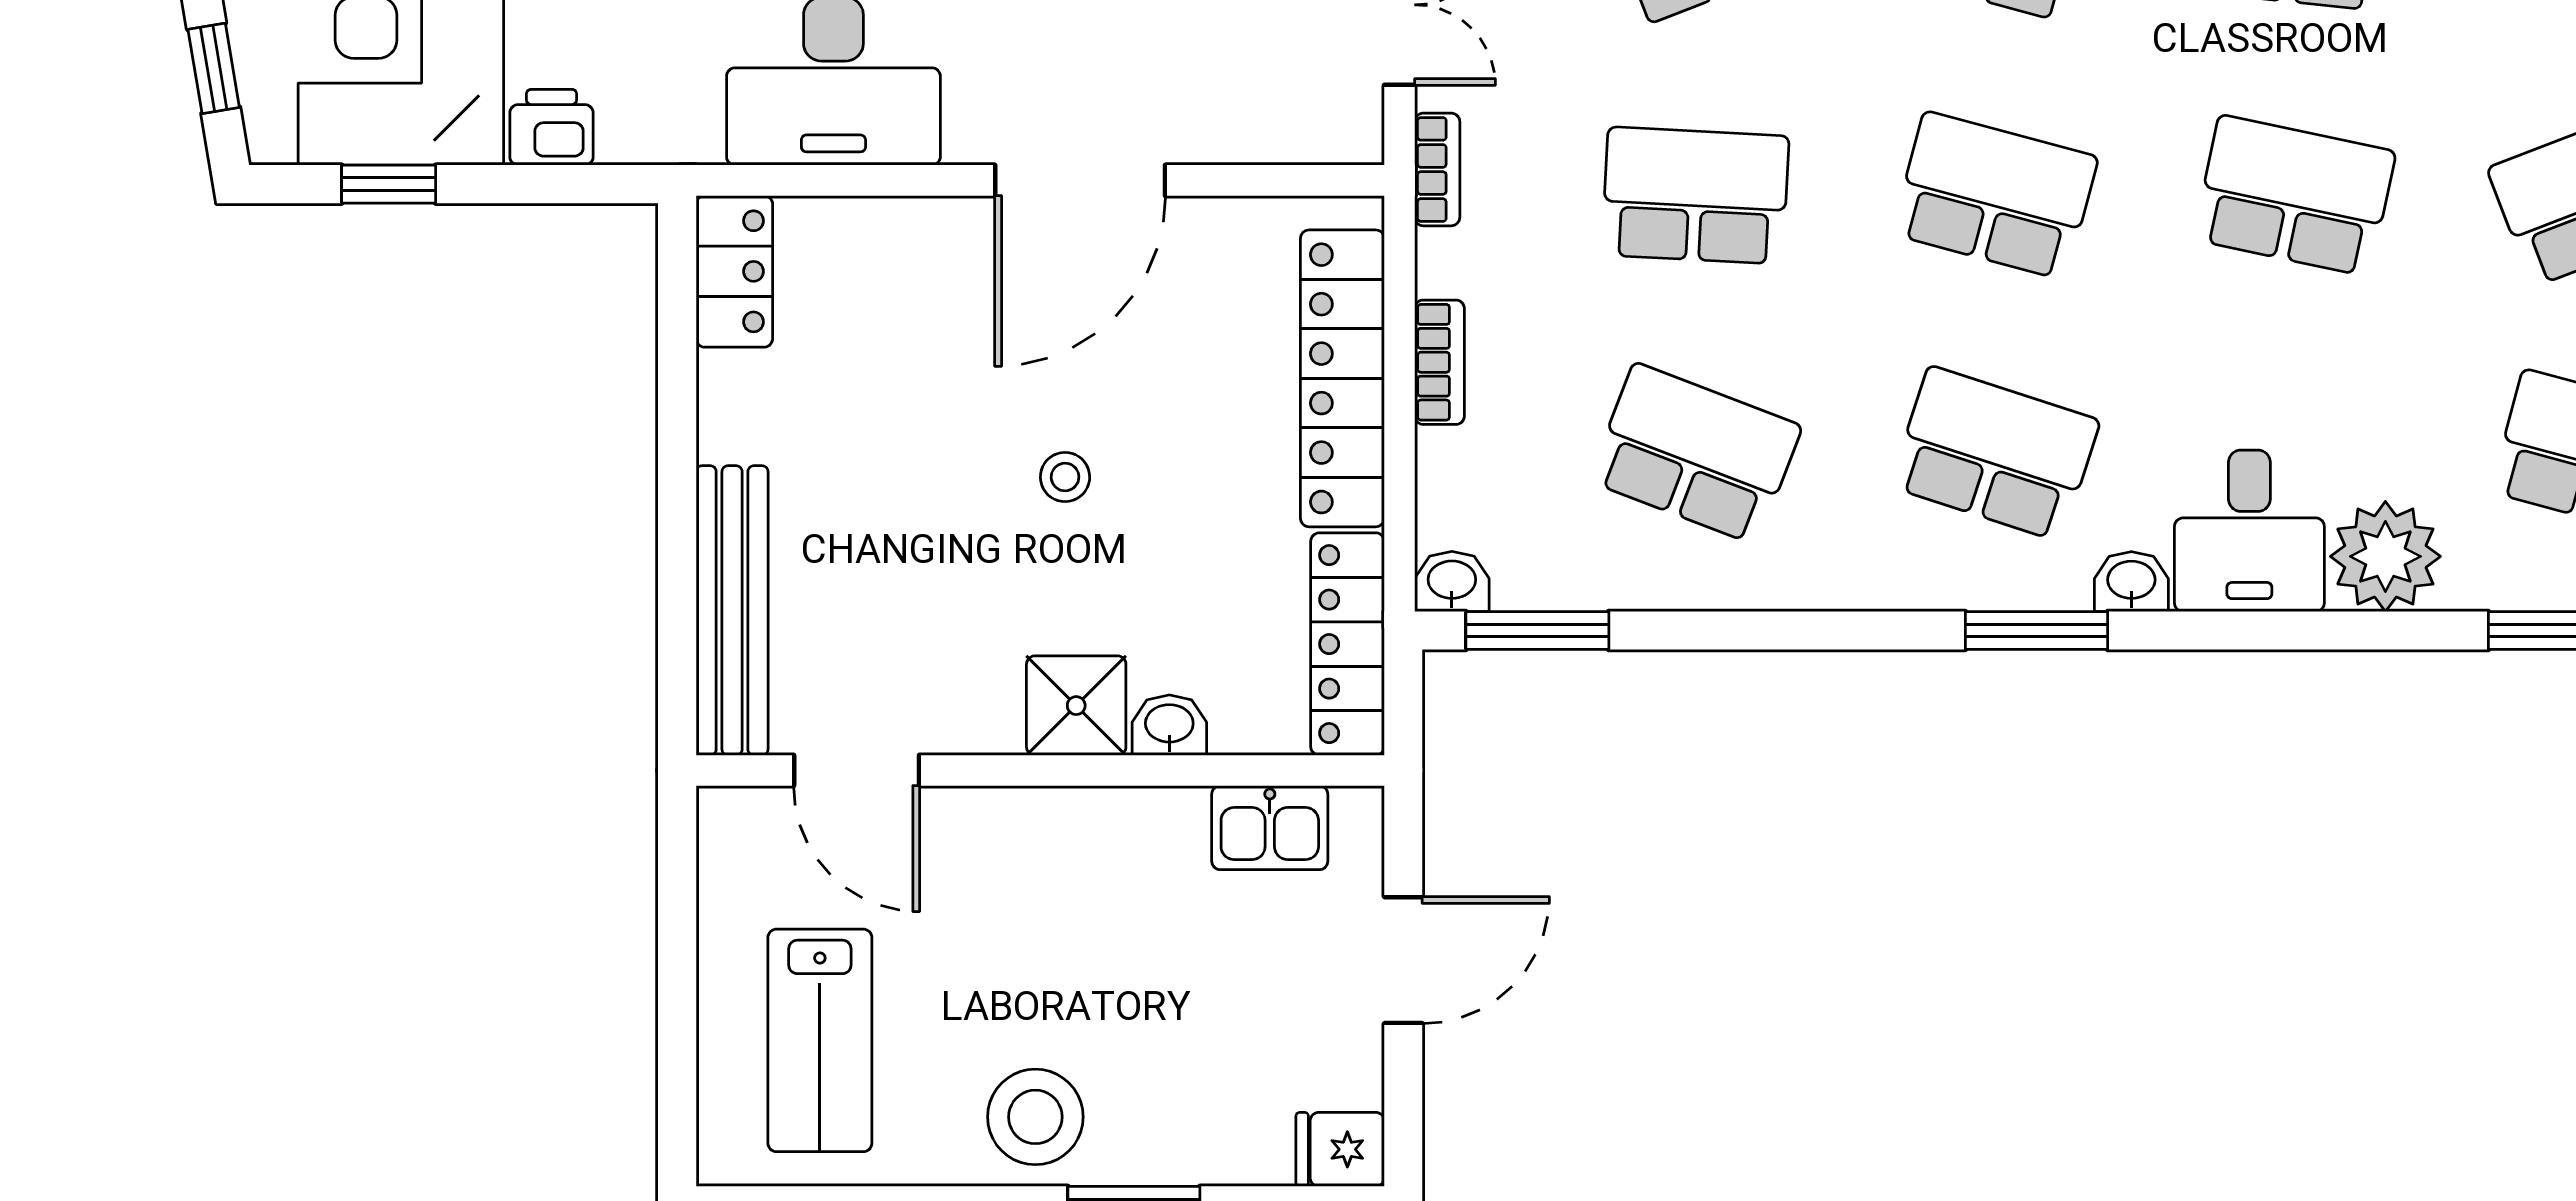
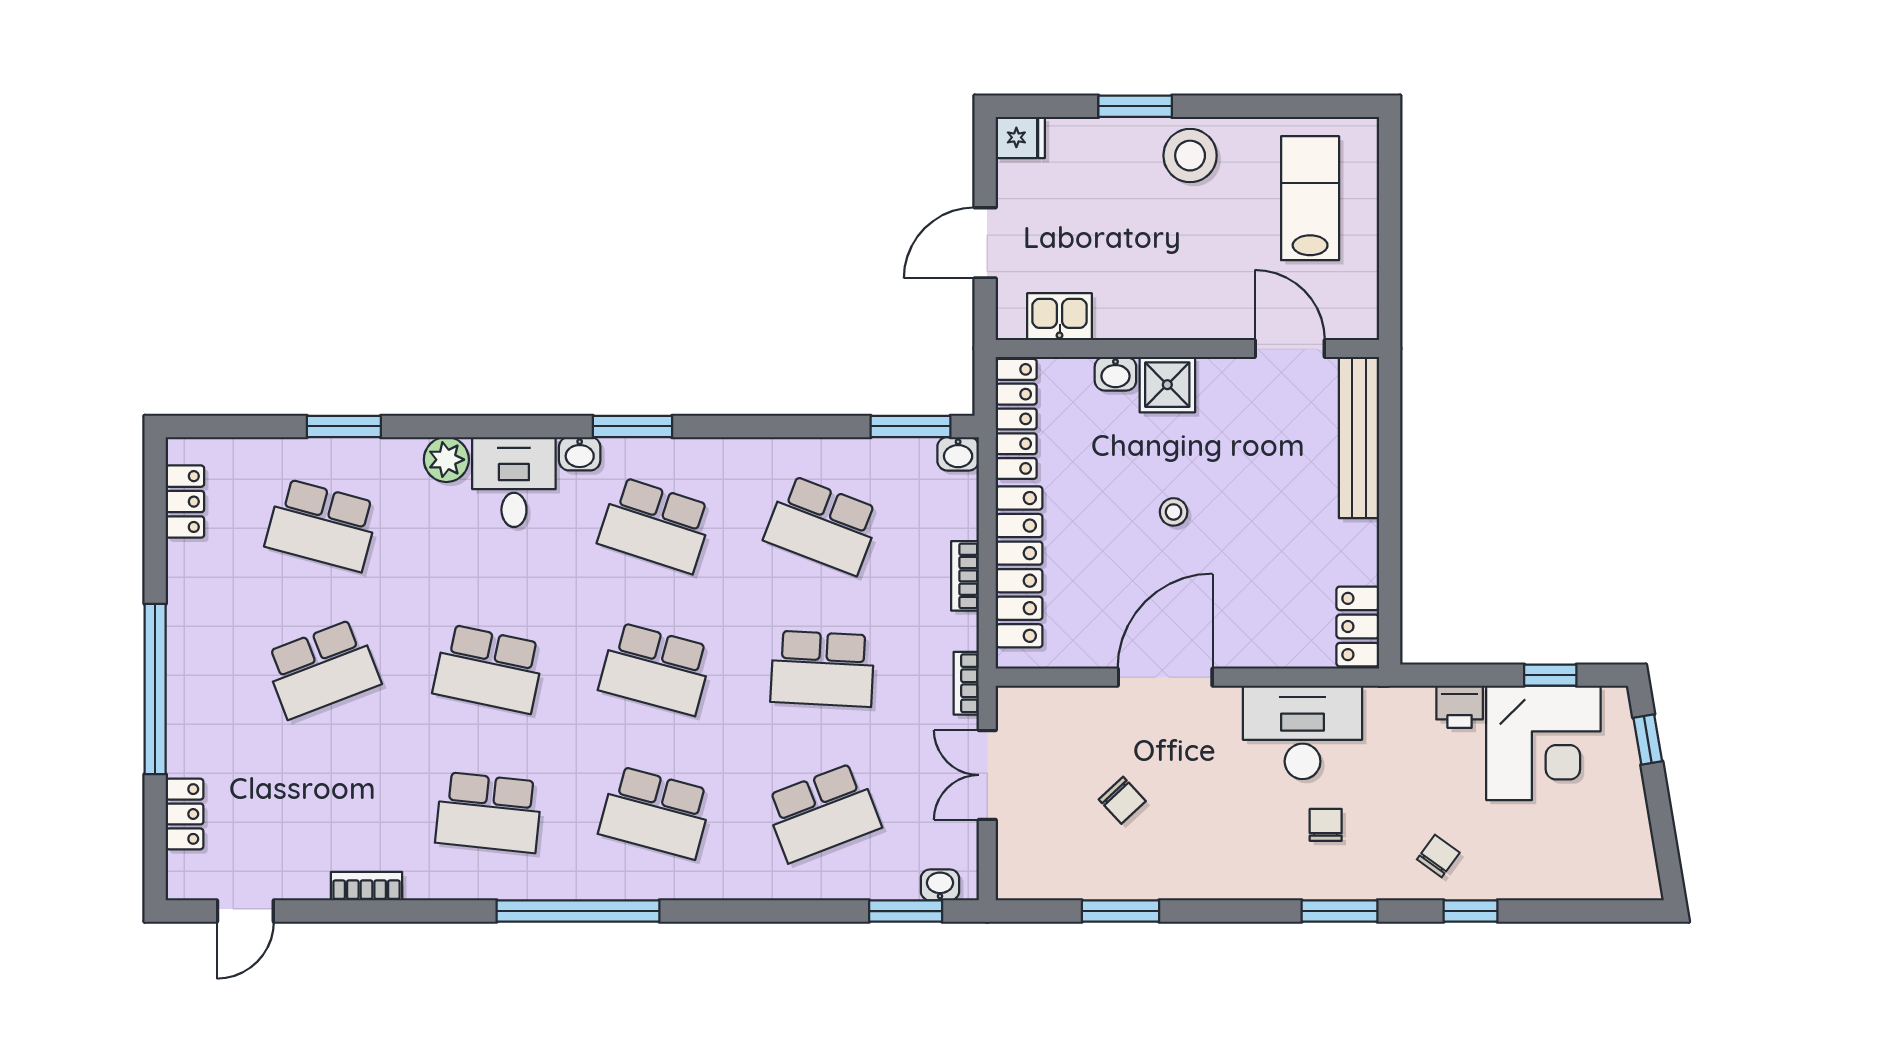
plant: (2385, 556) -> (446, 460), width x0.73, depth x0.73

